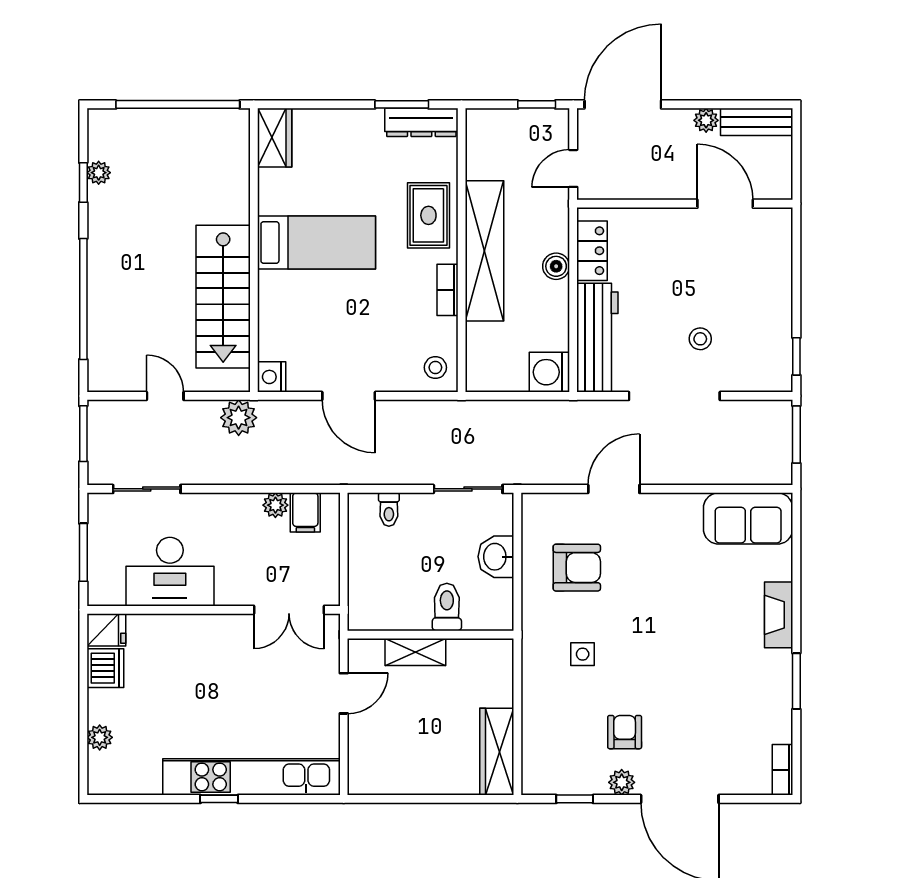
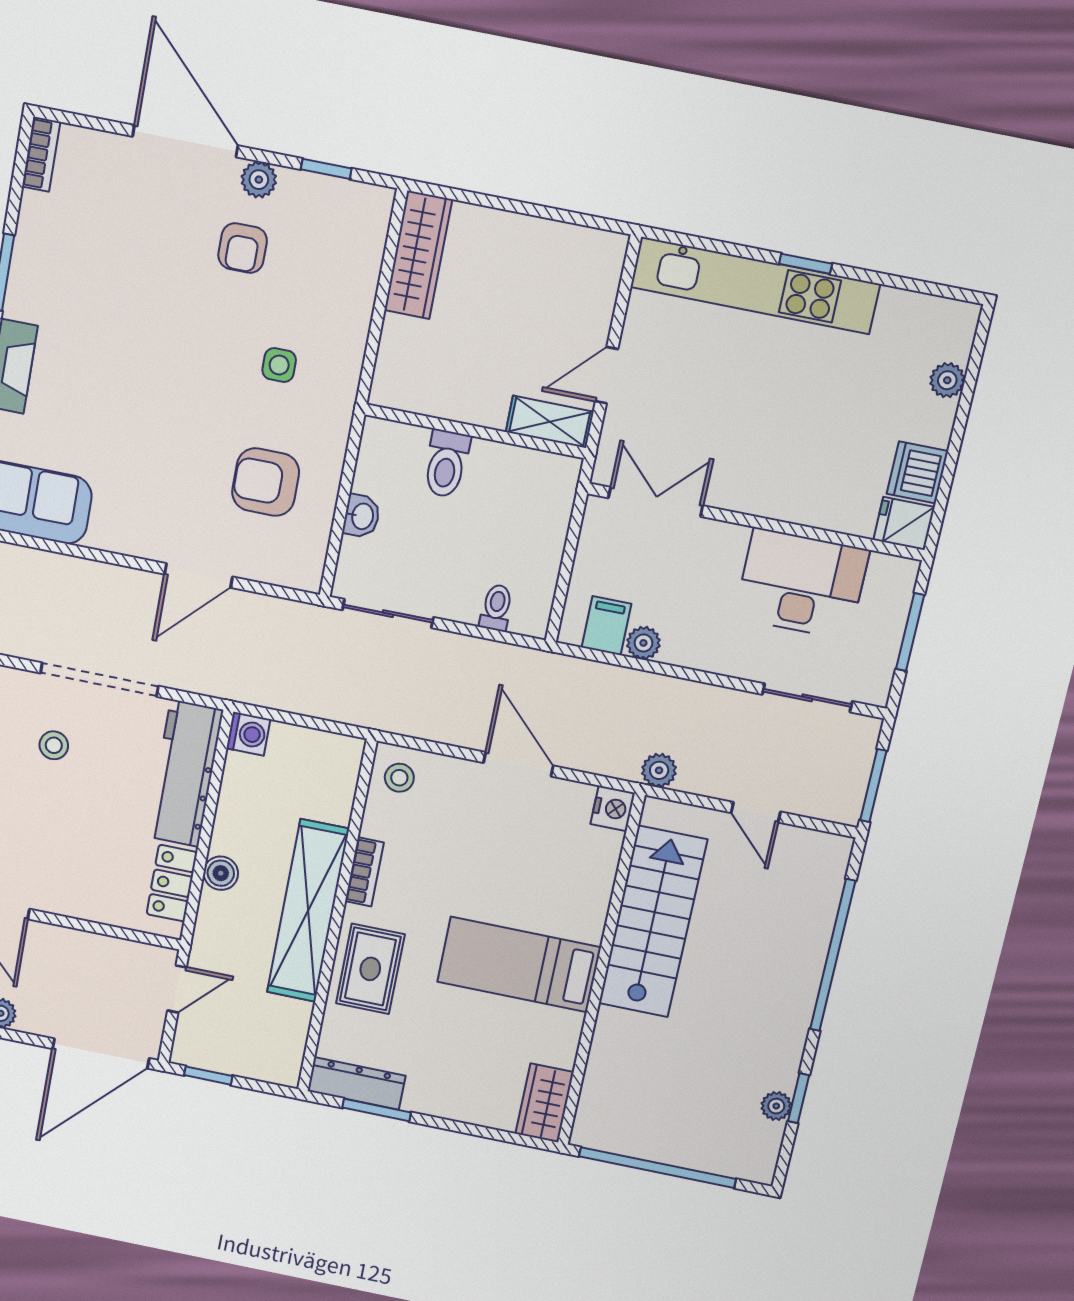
washing machine: (549, 372) -> (248, 734), width x0.73, depth x0.73
plant: (239, 418) -> (659, 770), width x0.73, depth x0.73
washbasin: (496, 557) -> (362, 516), width x0.72, depth x0.69
shelving: (415, 652) -> (550, 422), moved

